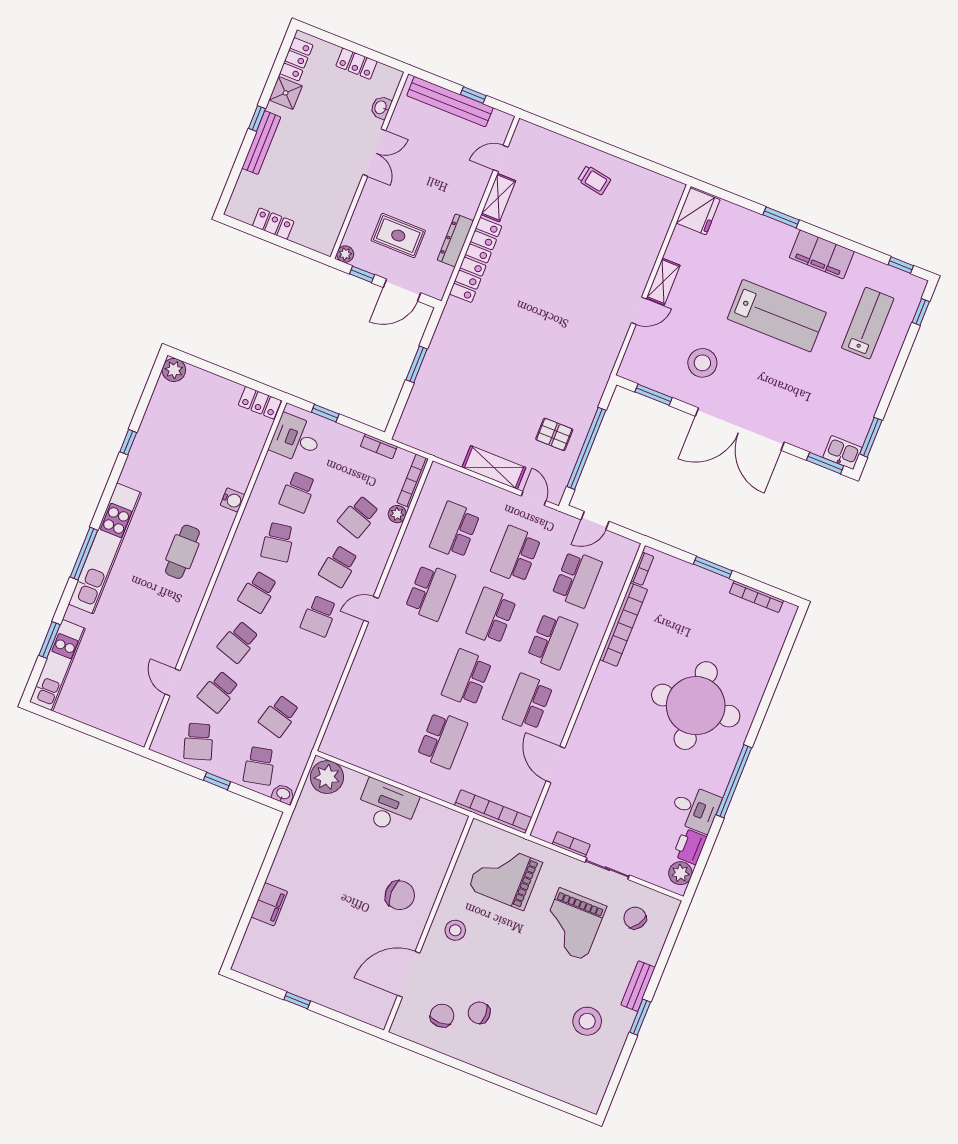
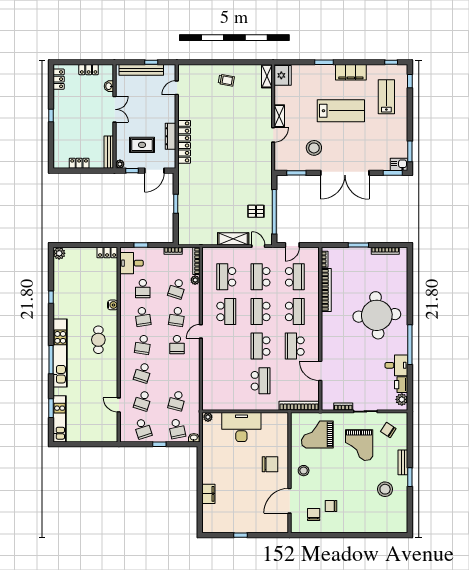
shower: (286, 93) -> (60, 98), removed
bench: (261, 143) -> (109, 152), moved
shelving: (498, 198) -> (267, 76), moved
plant: (327, 777) -> (208, 417), width x0.53, depth x0.53
desk: (387, 806) -> (241, 427), width x1.36, depth x1.30

